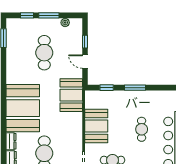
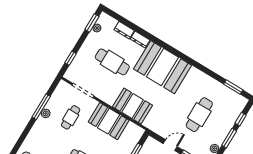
cafe table: (44, 53) -> (199, 115), turned 90
booth: (71, 95) -> (132, 106), moved

